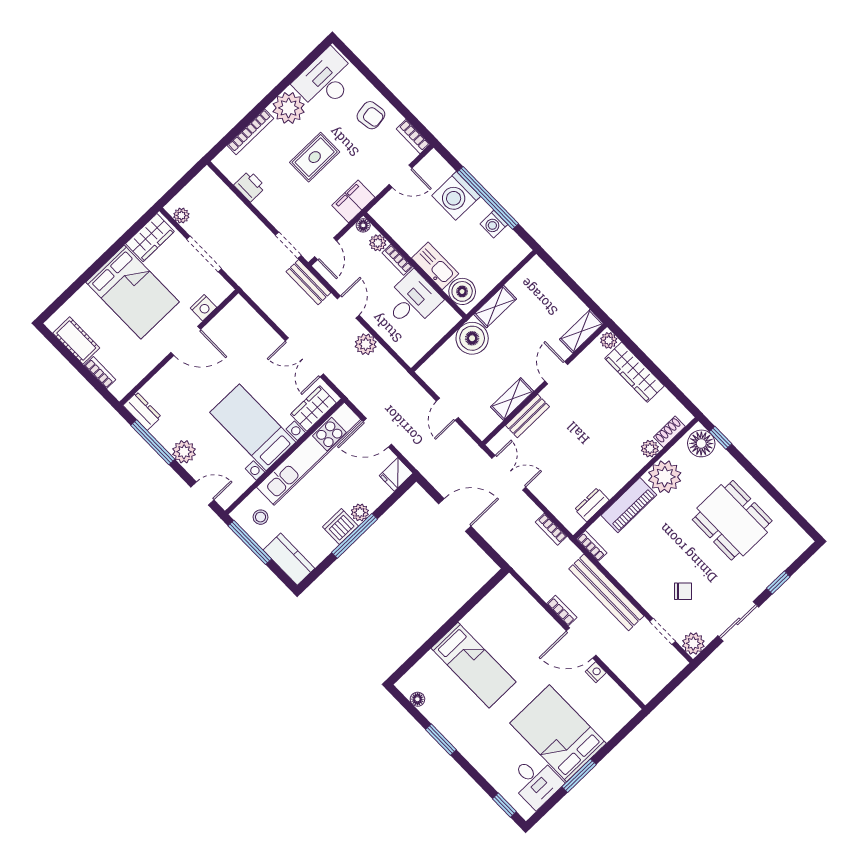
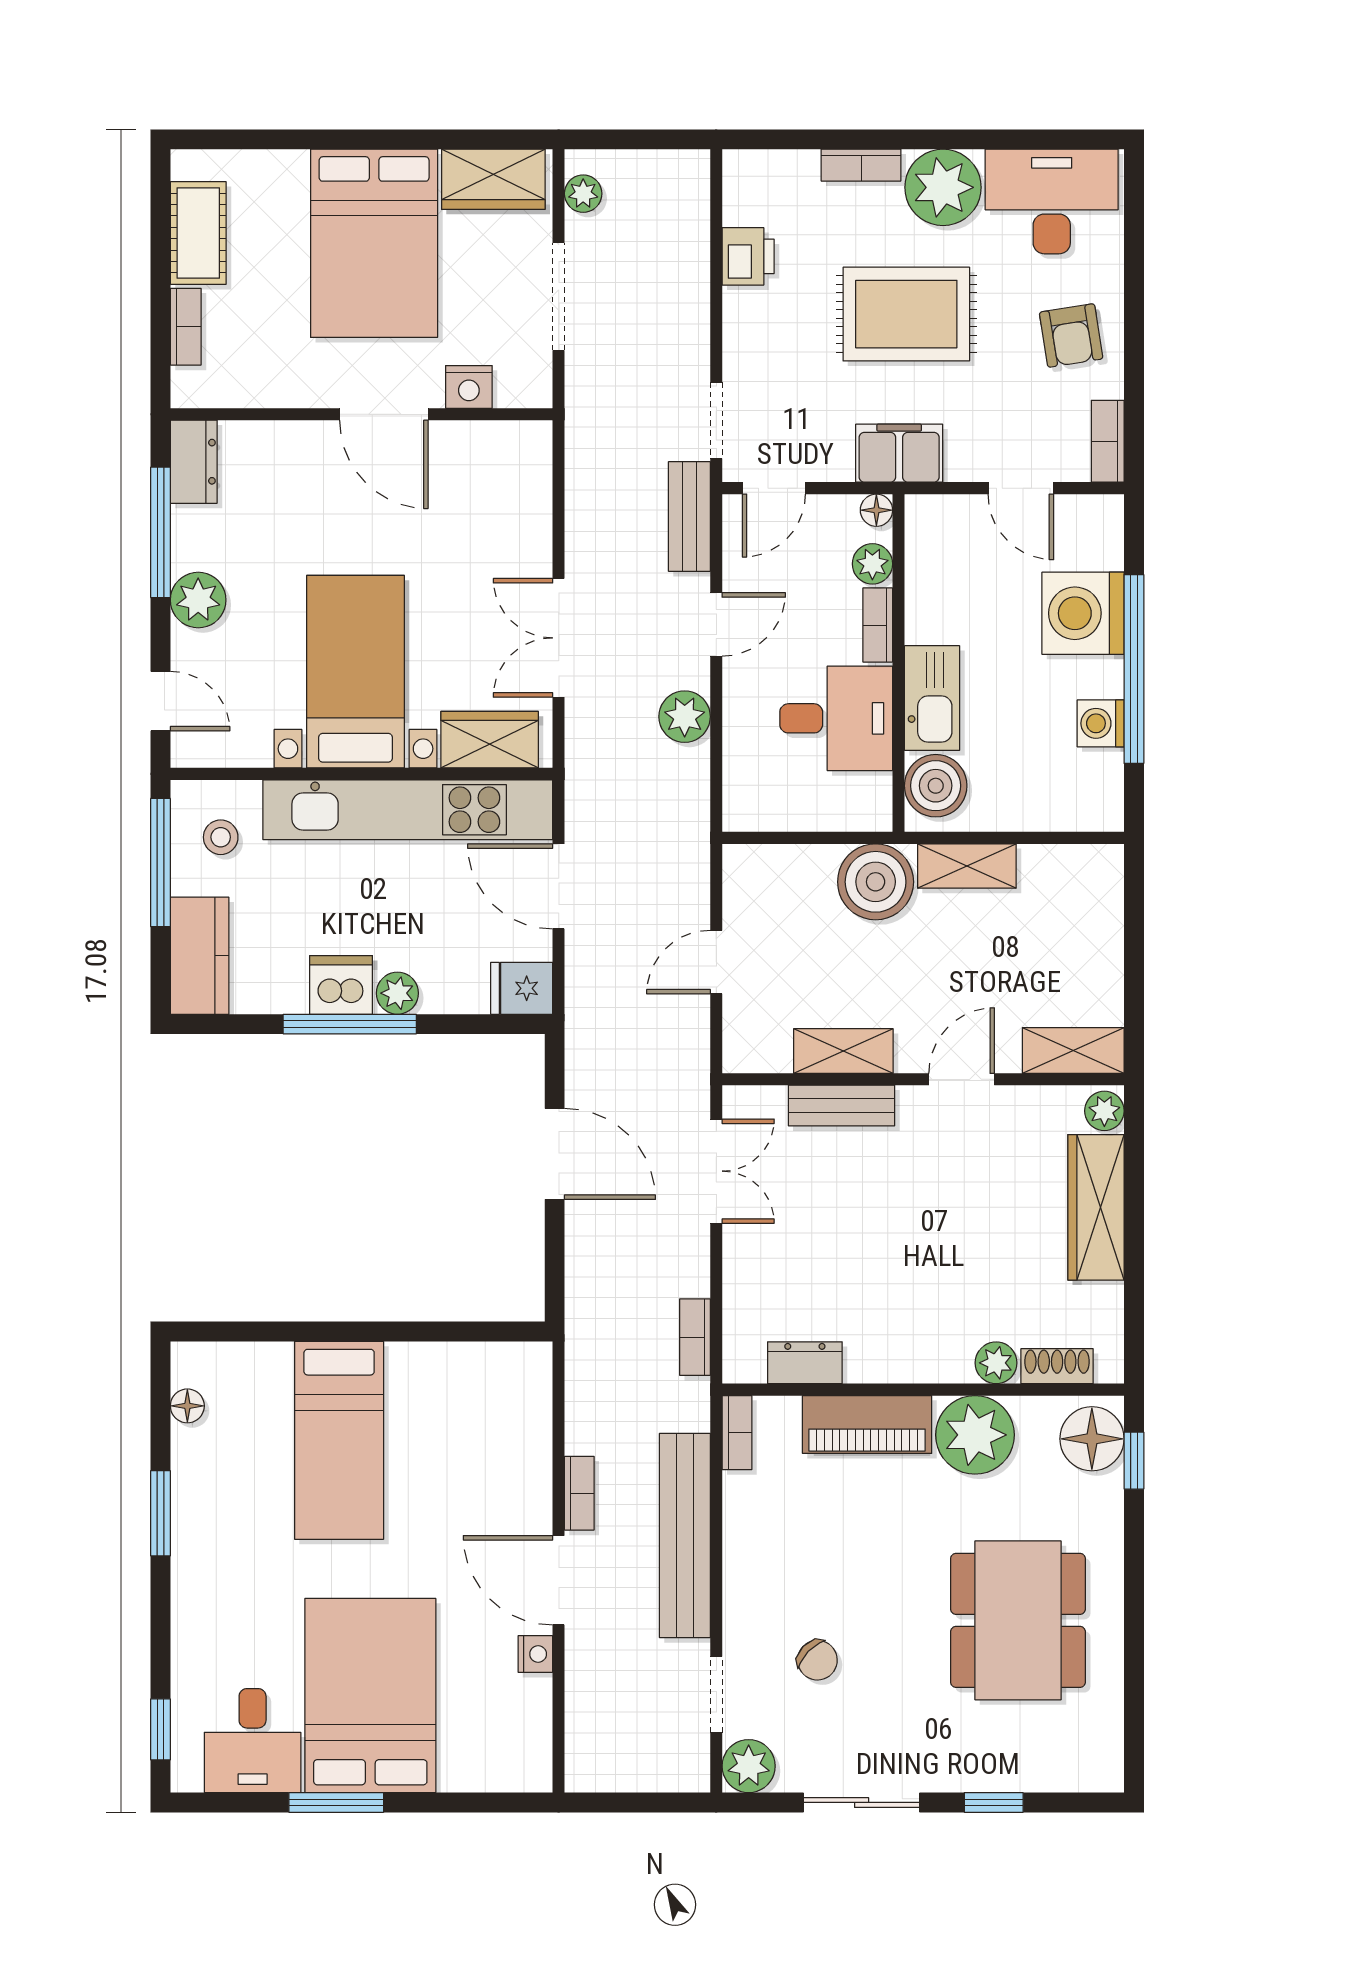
bookcase: (250, 132) -> (861, 165), width x0.64
rug: (315, 157) -> (906, 314), width x1.36, depth x1.43

